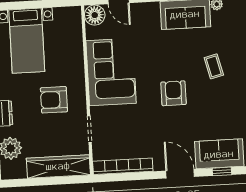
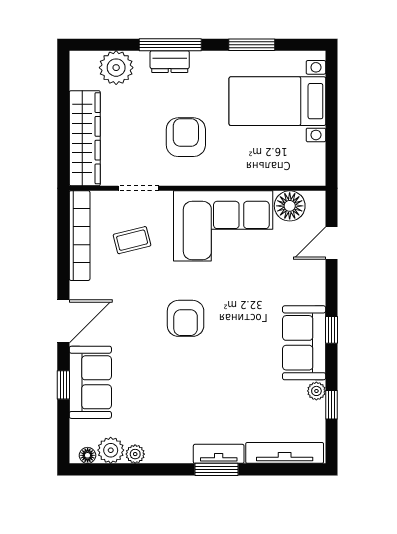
floor lamp: (95, 15) -> (290, 206), moved
coffee table: (214, 66) -> (132, 240), moved
armchair: (174, 93) -> (186, 318), turned 90

